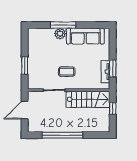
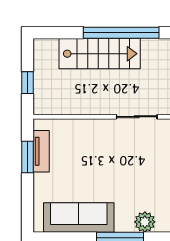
plant: (60, 34) -> (145, 222), moved
coffee table: (67, 72) -> (113, 151), removed
stairs: (88, 99) -> (100, 54), moved, turned 180

